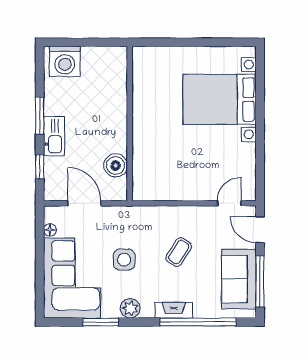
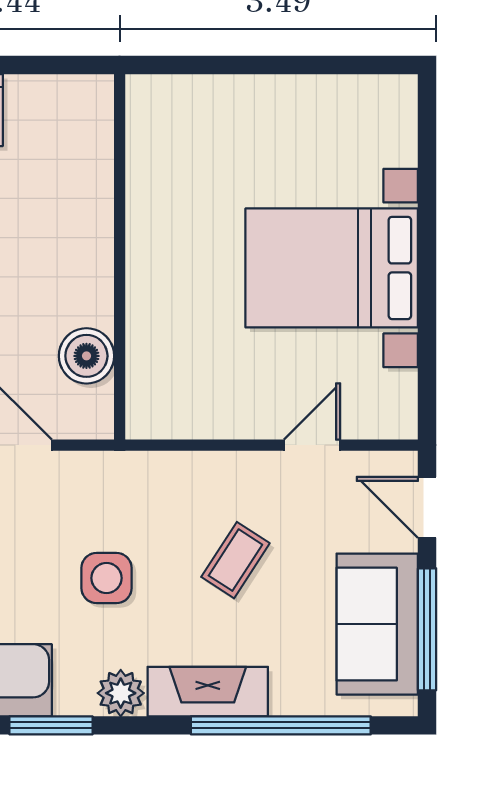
bed with nightstands: (220, 99) -> (332, 268), moved
door: (229, 203) -> (312, 445), moved
fireplace: (174, 310) -> (208, 692), width x1.37, depth x1.32

